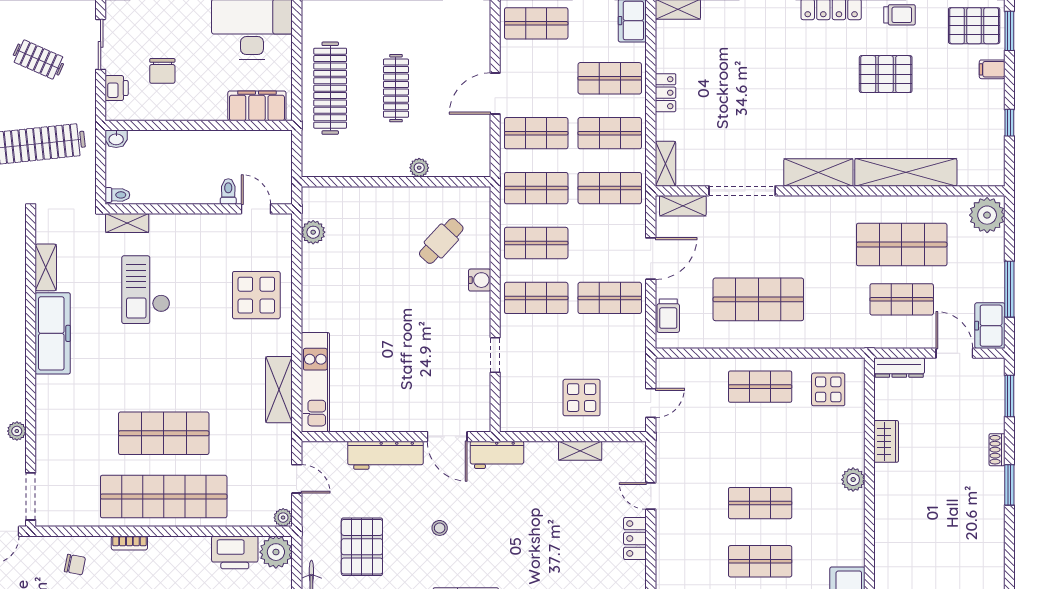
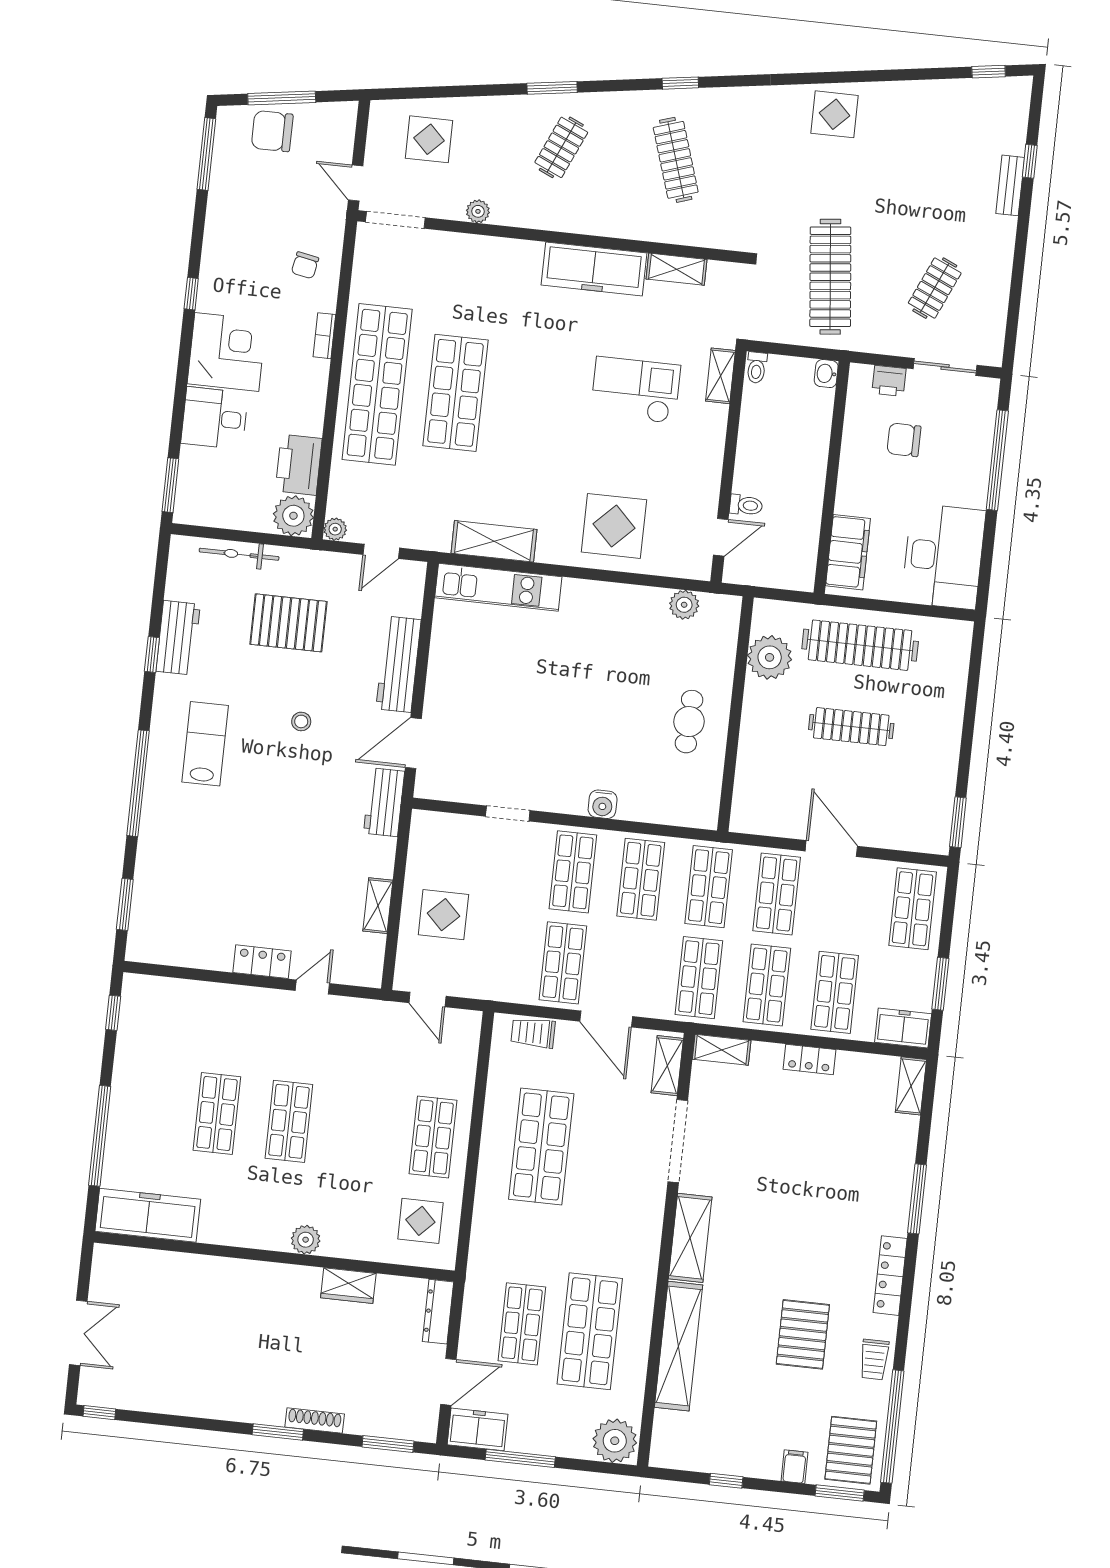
plant: (419, 168) -> (770, 657), moved, width x1.88, depth x1.88
cafe table: (441, 241) -> (689, 722), moved, turned 49
shoe rack: (997, 450) -> (315, 1421), width x1.43

